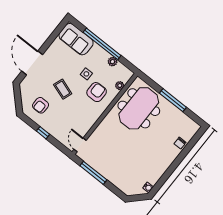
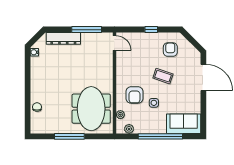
plant: (113, 62) -> (129, 129), moved
dresser: (117, 180) -> (63, 38), added

